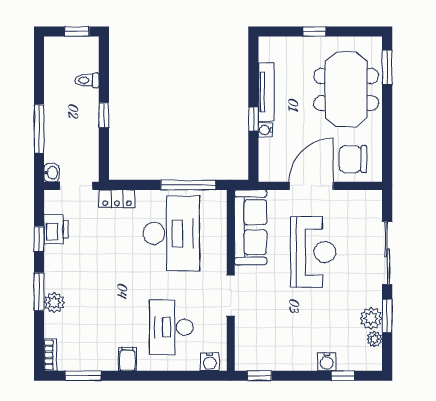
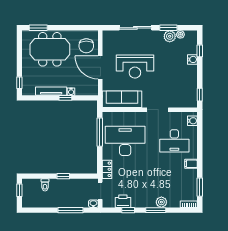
window: (314, 31) -> (19, 83), moved
reception desk: (313, 252) -> (135, 66), turned 180

